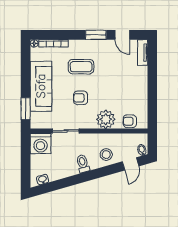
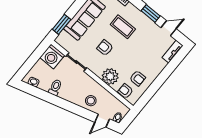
door: (122, 35) -> (169, 28), swing flipped
armchair: (131, 101) -> (137, 78), added
toilet: (83, 164) -> (55, 87), moved

